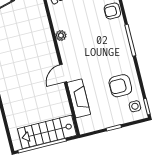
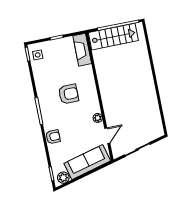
door: (63, 73) -> (107, 136), moved
armchair: (120, 86) -> (69, 94), moved
fireplace: (79, 98) -> (82, 50), moved

